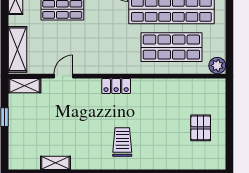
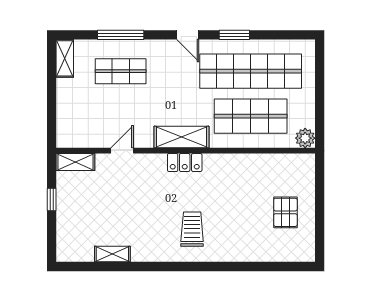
shelving: (17, 49) -> (182, 137), moved, turned 90

